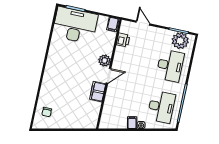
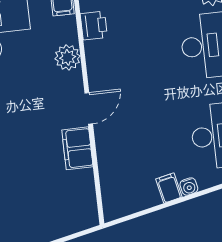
plant: (105, 60) -> (68, 57), moved

